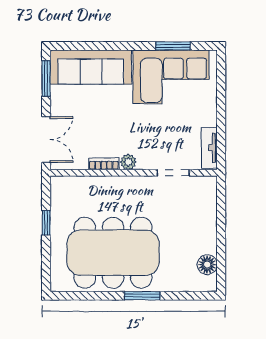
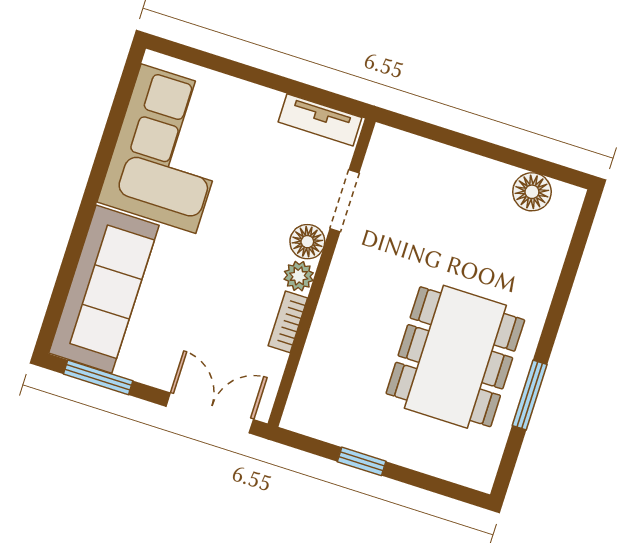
window: (173, 46) -> (113, 127), removed
floor lamp: (147, 161) -> (307, 242), added
dining table: (113, 253) -> (455, 357), width x0.73, depth x0.80
window: (142, 296) -> (530, 395), moved

